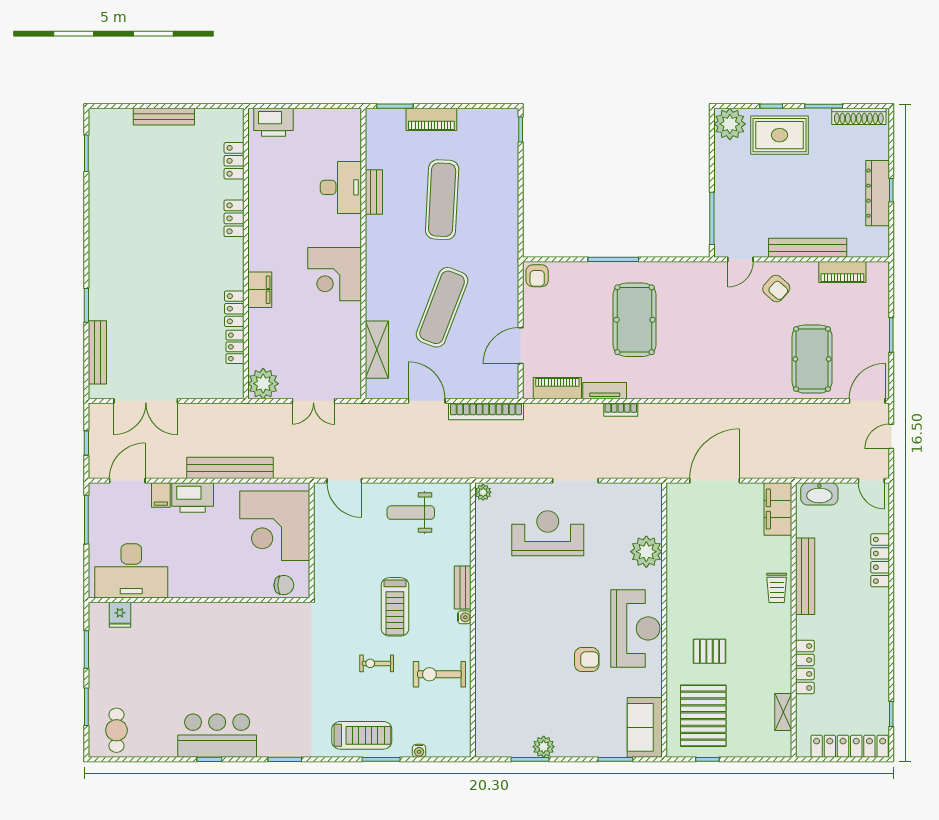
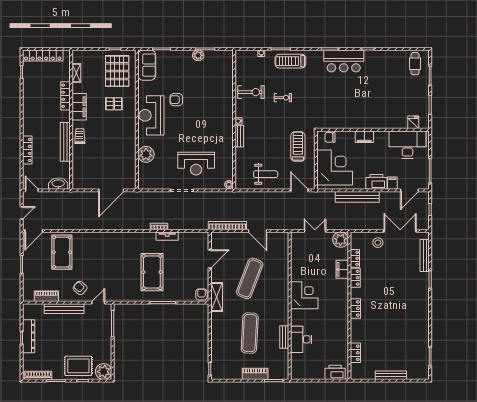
locker: (234, 218) -> (355, 308), moved
filing cabinet: (260, 290) -> (342, 269), moved
shelving: (377, 350) -> (217, 297), moved
stool: (190, 378) -> (378, 243), added
piano: (557, 388) -> (191, 237), removed
filing cabinet: (778, 509) -> (79, 107), moved
filing cabinet: (216, 586) -> (364, 137), added
treadmill: (395, 607) -> (298, 147), moved
bar counter: (217, 736) -> (344, 61), moved

